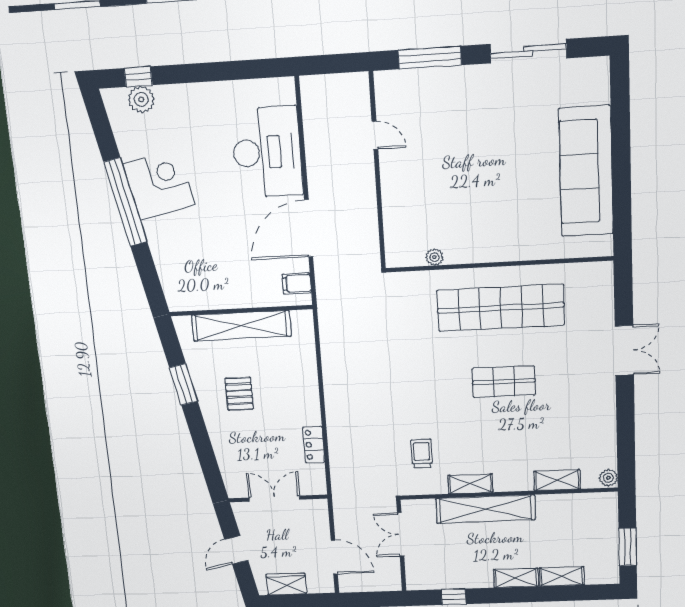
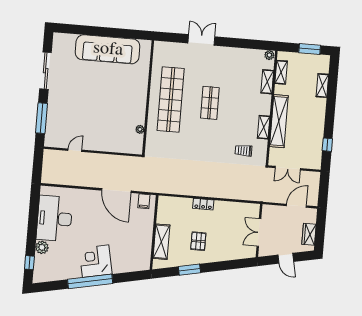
plant: (141, 99) -> (42, 247), moved
desk: (267, 152) -> (55, 218), moved, turned -90
corner desk: (159, 184) -> (96, 261), moved
shelving: (241, 326) -> (161, 242), width x0.68
pallet: (239, 394) -> (198, 241), turned 90
locker: (314, 445) -> (203, 204), moved
shelving: (516, 578) -> (281, 72), moved

